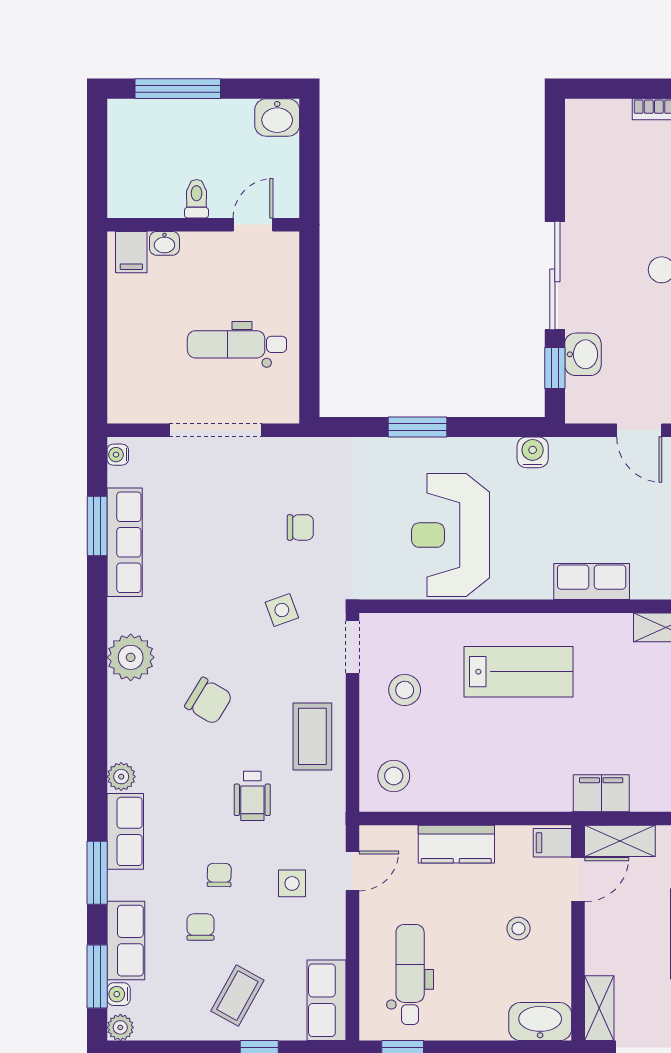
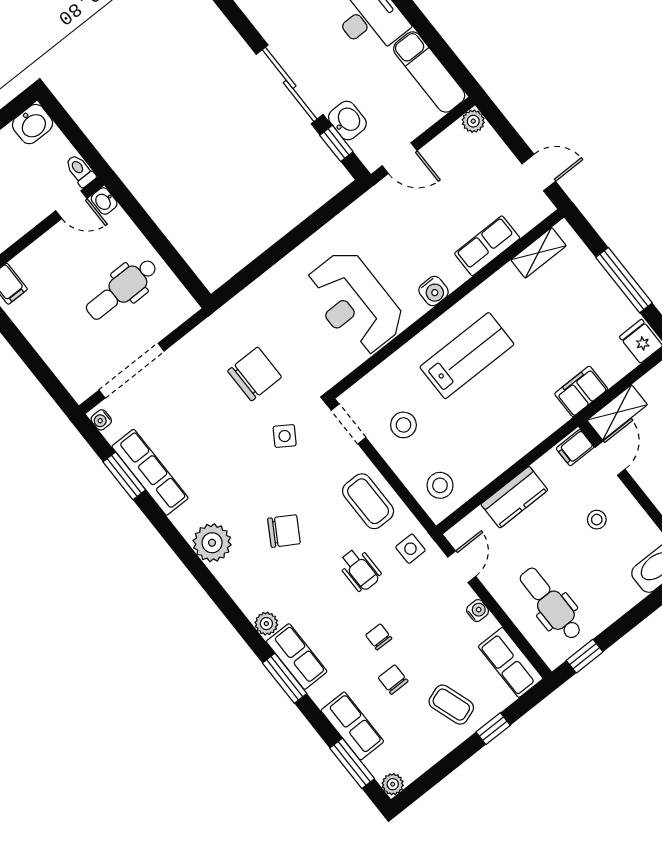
toilet: (197, 199) -> (80, 171), moved
door: (253, 225) -> (71, 205), swing flipped
washbasin: (164, 243) -> (104, 201), moved, turned 90
window: (417, 427) -> (279, 251), removed
doorway: (215, 430) -> (132, 371), moved
door: (639, 430) -> (400, 158), moved
water cooler: (533, 452) -> (434, 291), moved, turned 180
chair: (300, 527) -> (255, 374), width x1.87, depth x1.87
row of seats: (592, 581) -> (487, 246), moved
side table: (282, 610) -> (285, 436), turned -37
window: (97, 873) -> (285, 678), moved
side table: (292, 883) -> (410, 549), moved
water cooler: (119, 994) -> (478, 611), moved, turned 180
coffee table: (237, 996) -> (451, 705), turned -48

